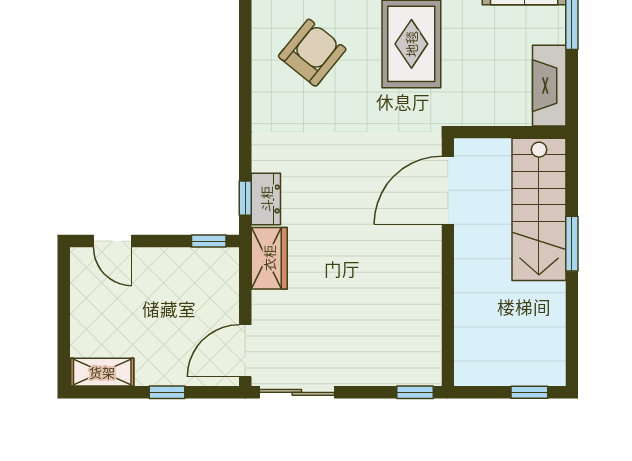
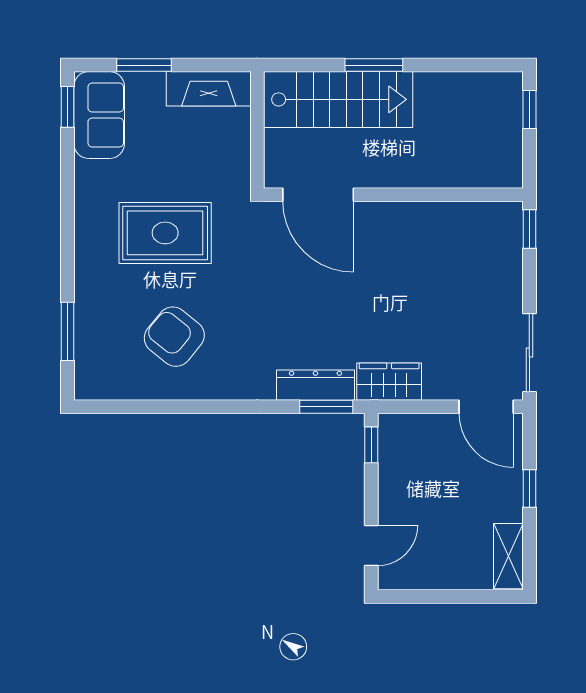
window: (245, 198) -> (326, 407), width x1.50
dresser: (266, 199) -> (315, 385), width x1.44

